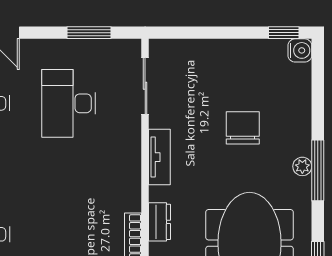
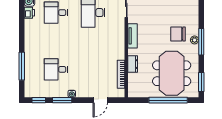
chair: (243, 128) -> (178, 34), moved, turned -90

